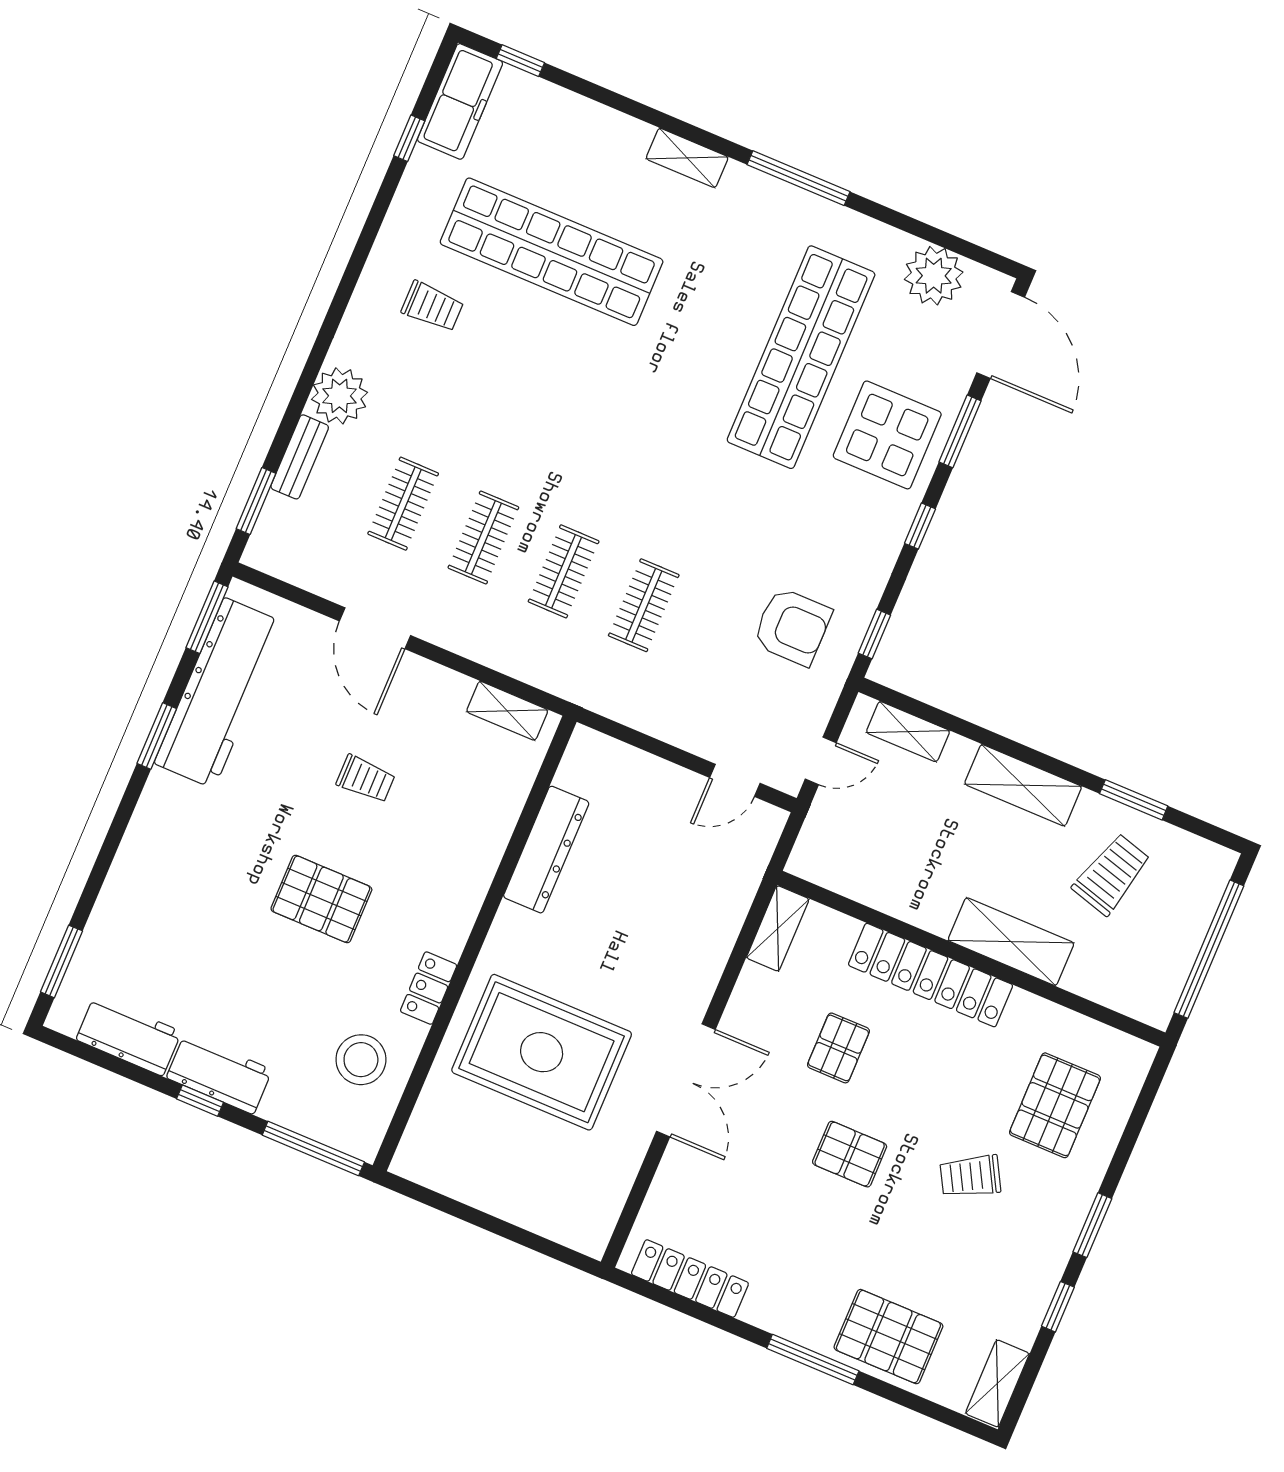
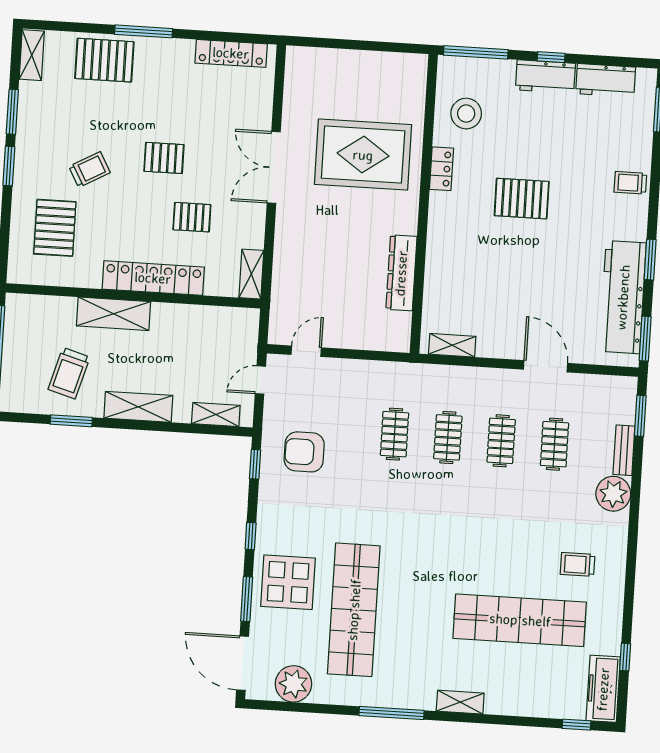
trolley: (366, 779) -> (630, 183), moved
pallet: (838, 1048) -> (192, 217), turned 90
window: (1058, 1307) -> (12, 112), width x1.50

